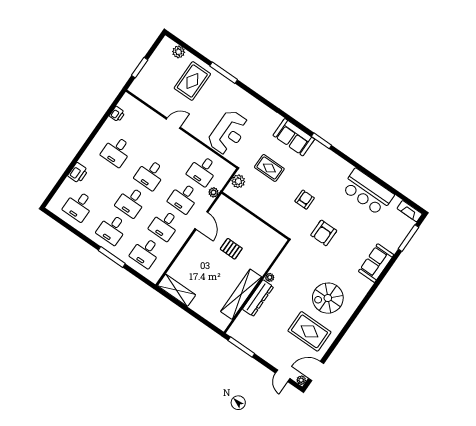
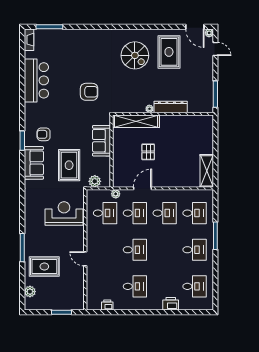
rug: (269, 168) -> (69, 165), width x1.36, depth x1.43
armchair: (305, 200) -> (44, 134), moved
desk: (131, 202) -> (165, 250), removed
sofa: (376, 263) -> (102, 141), moved, turned 90
shelving: (241, 294) -> (136, 121), moved
door: (283, 376) -> (215, 49), hinge flipped

